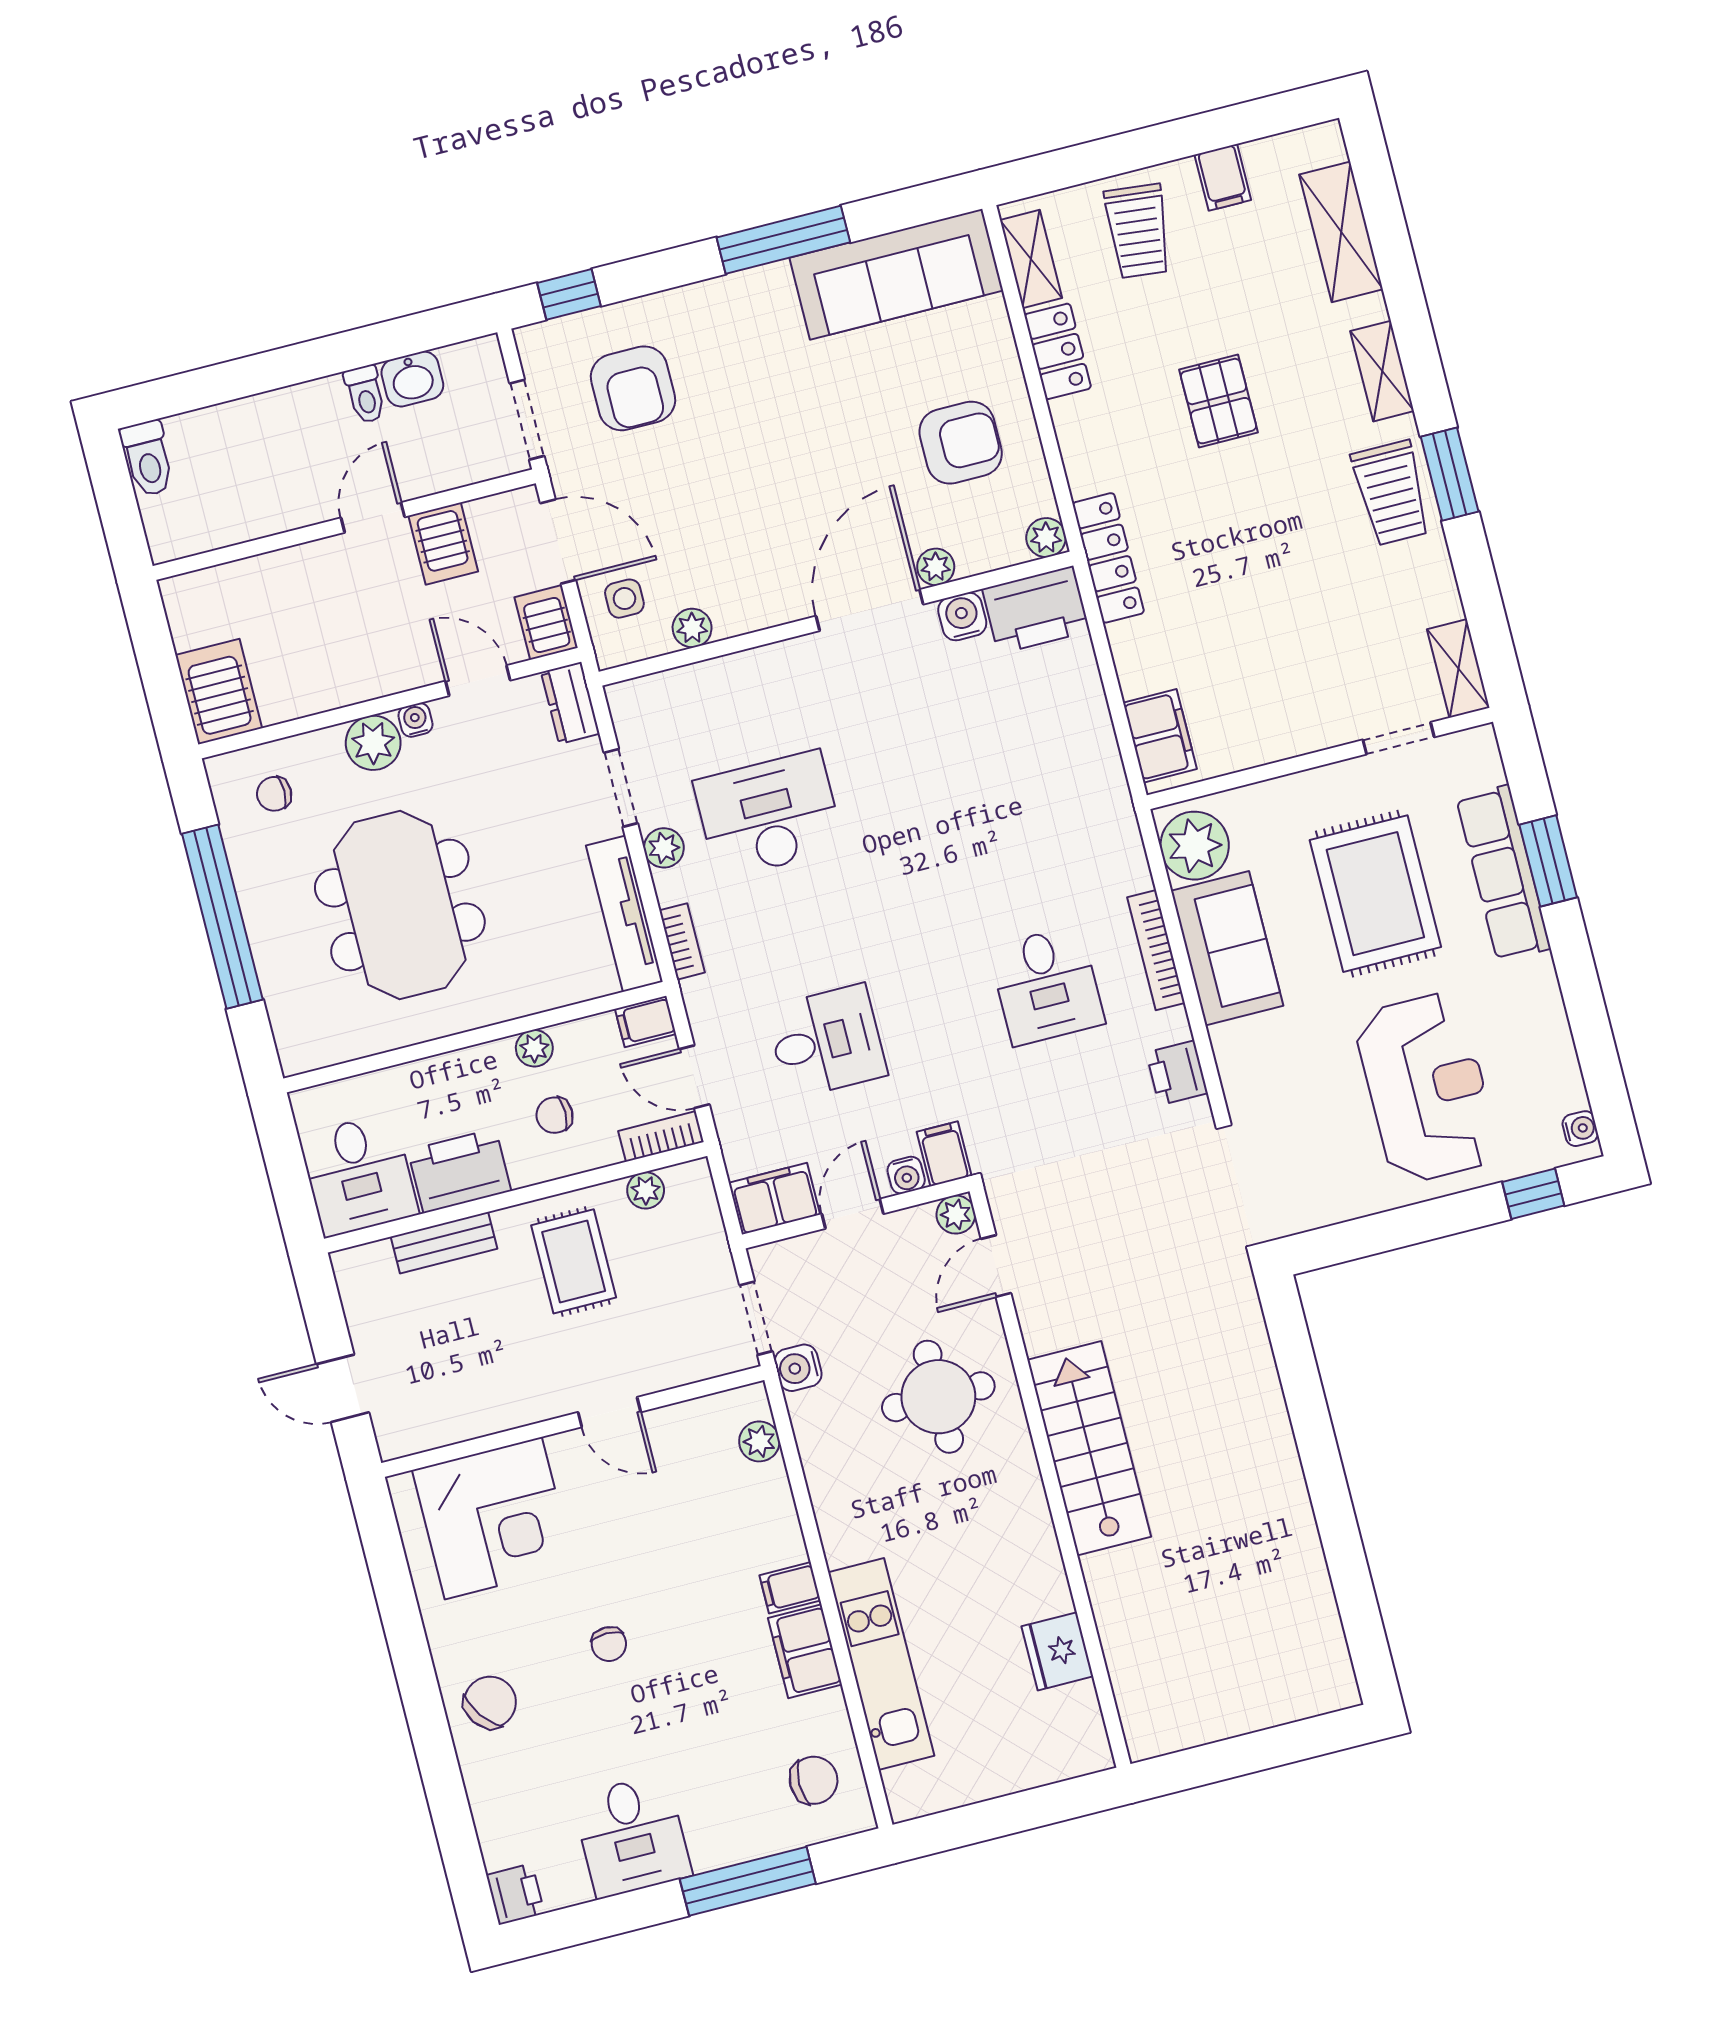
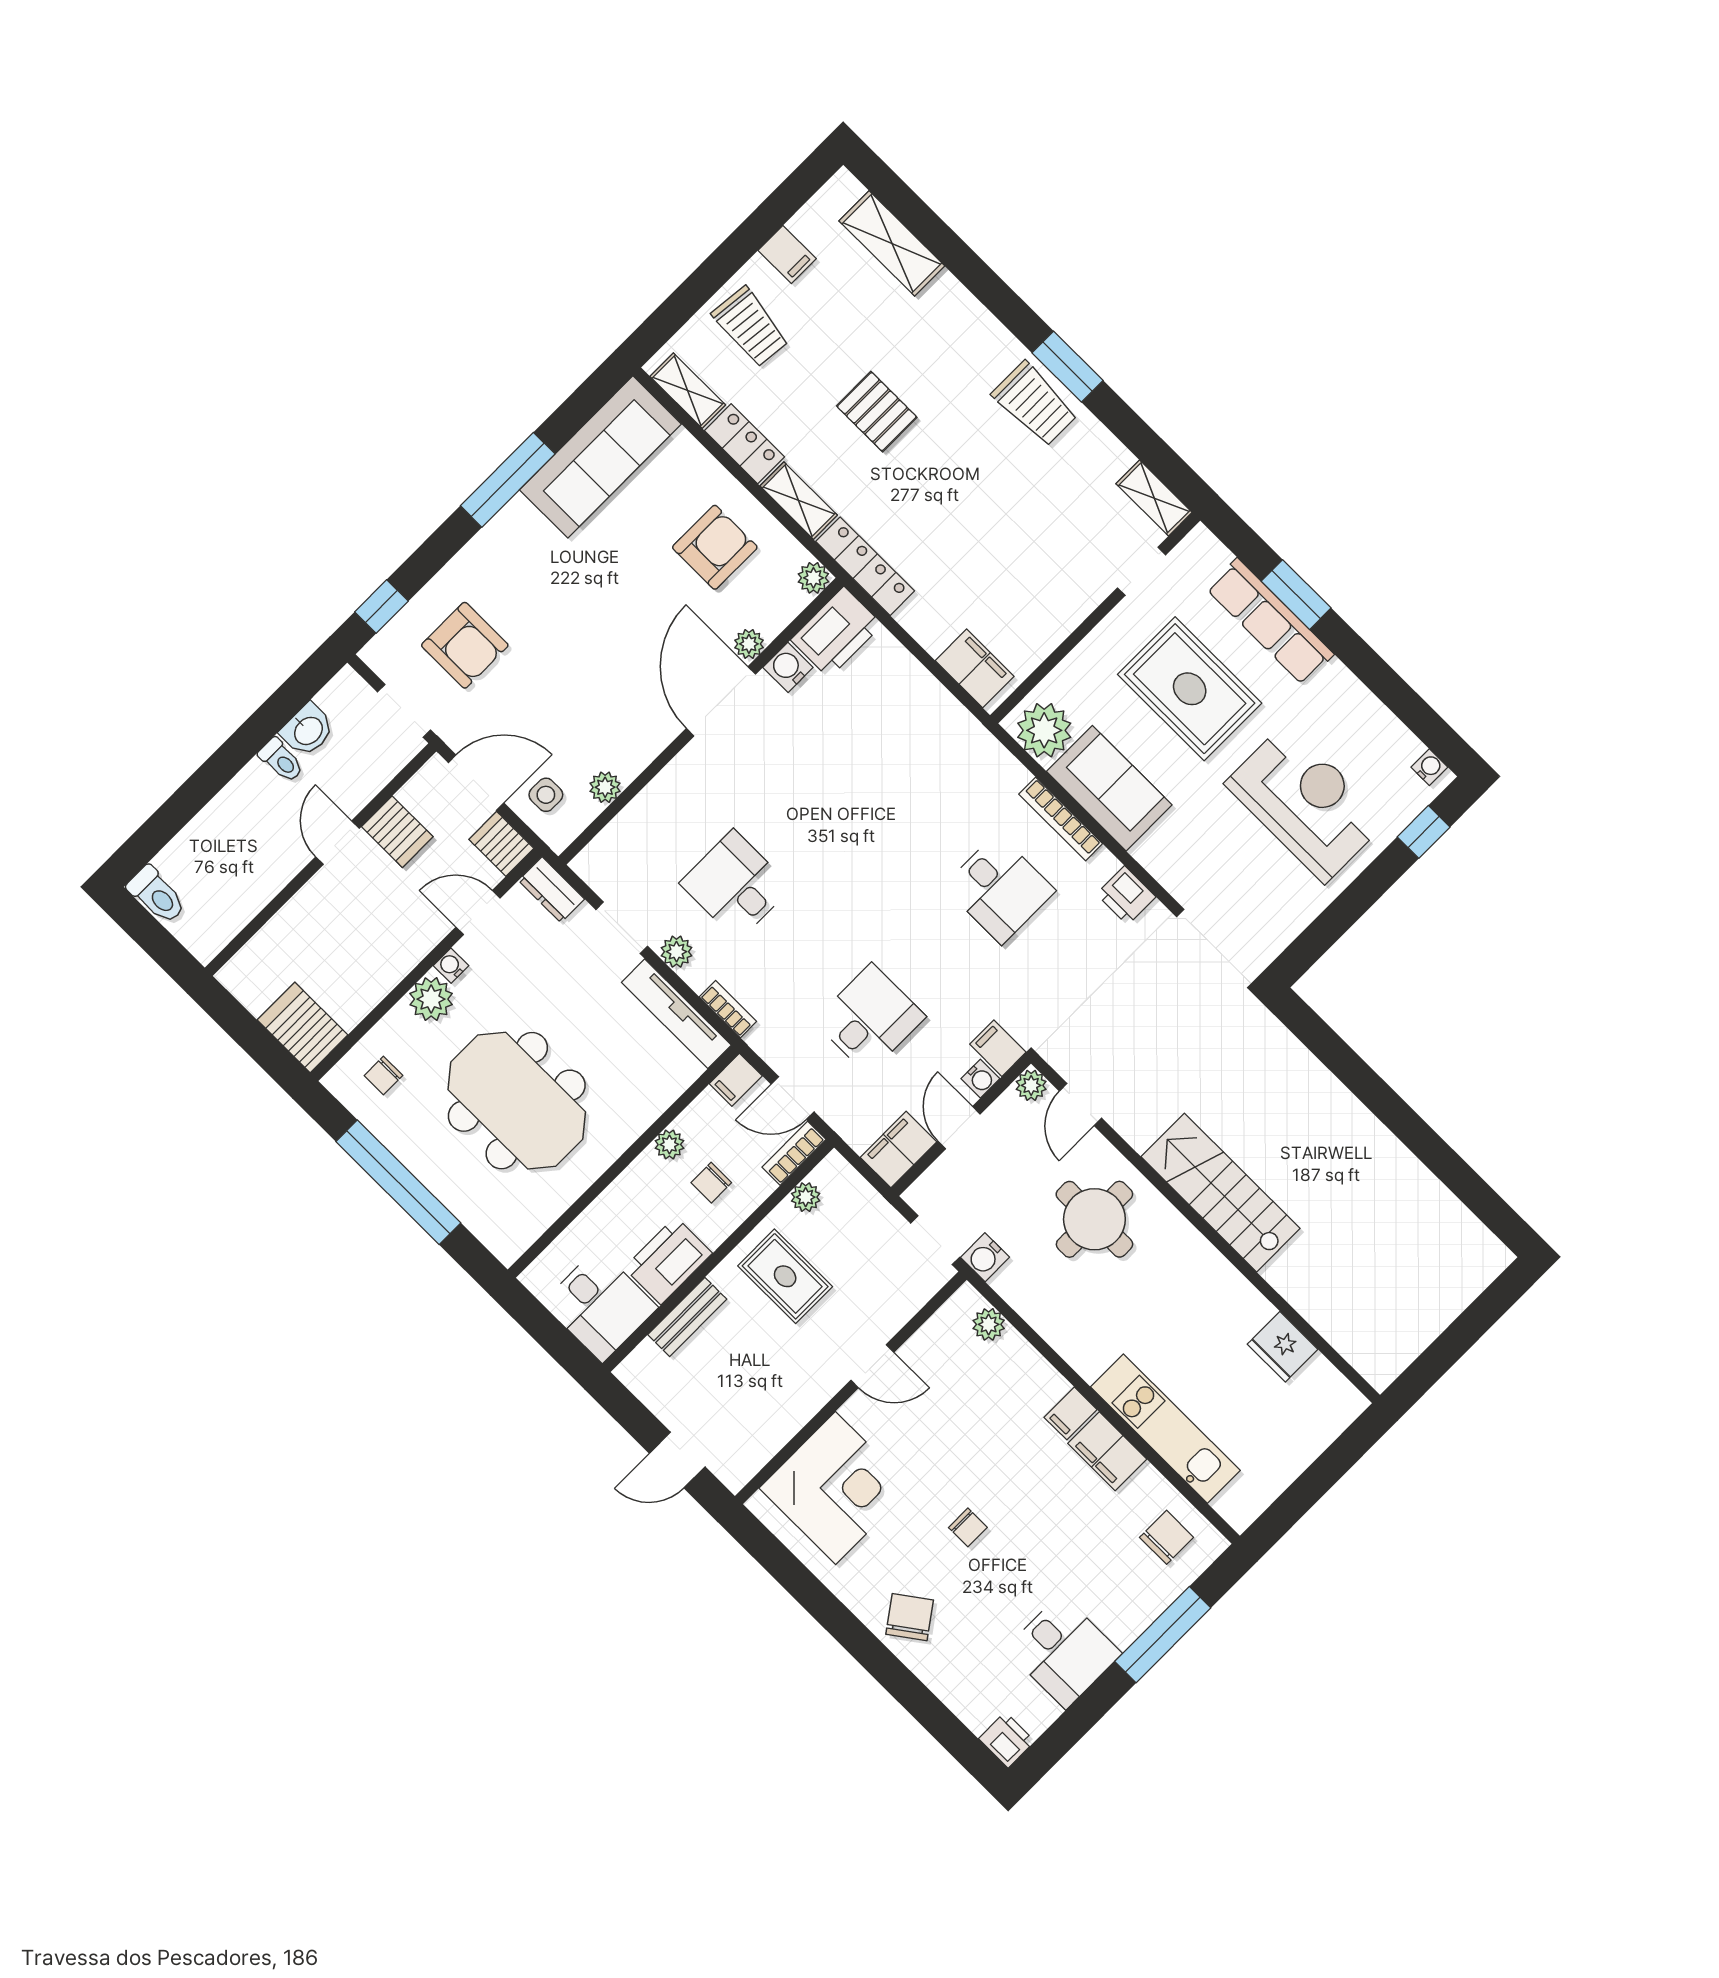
shelving: (1382, 371) -> (799, 501), moved
desk: (769, 815) -> (736, 885), width x0.73

